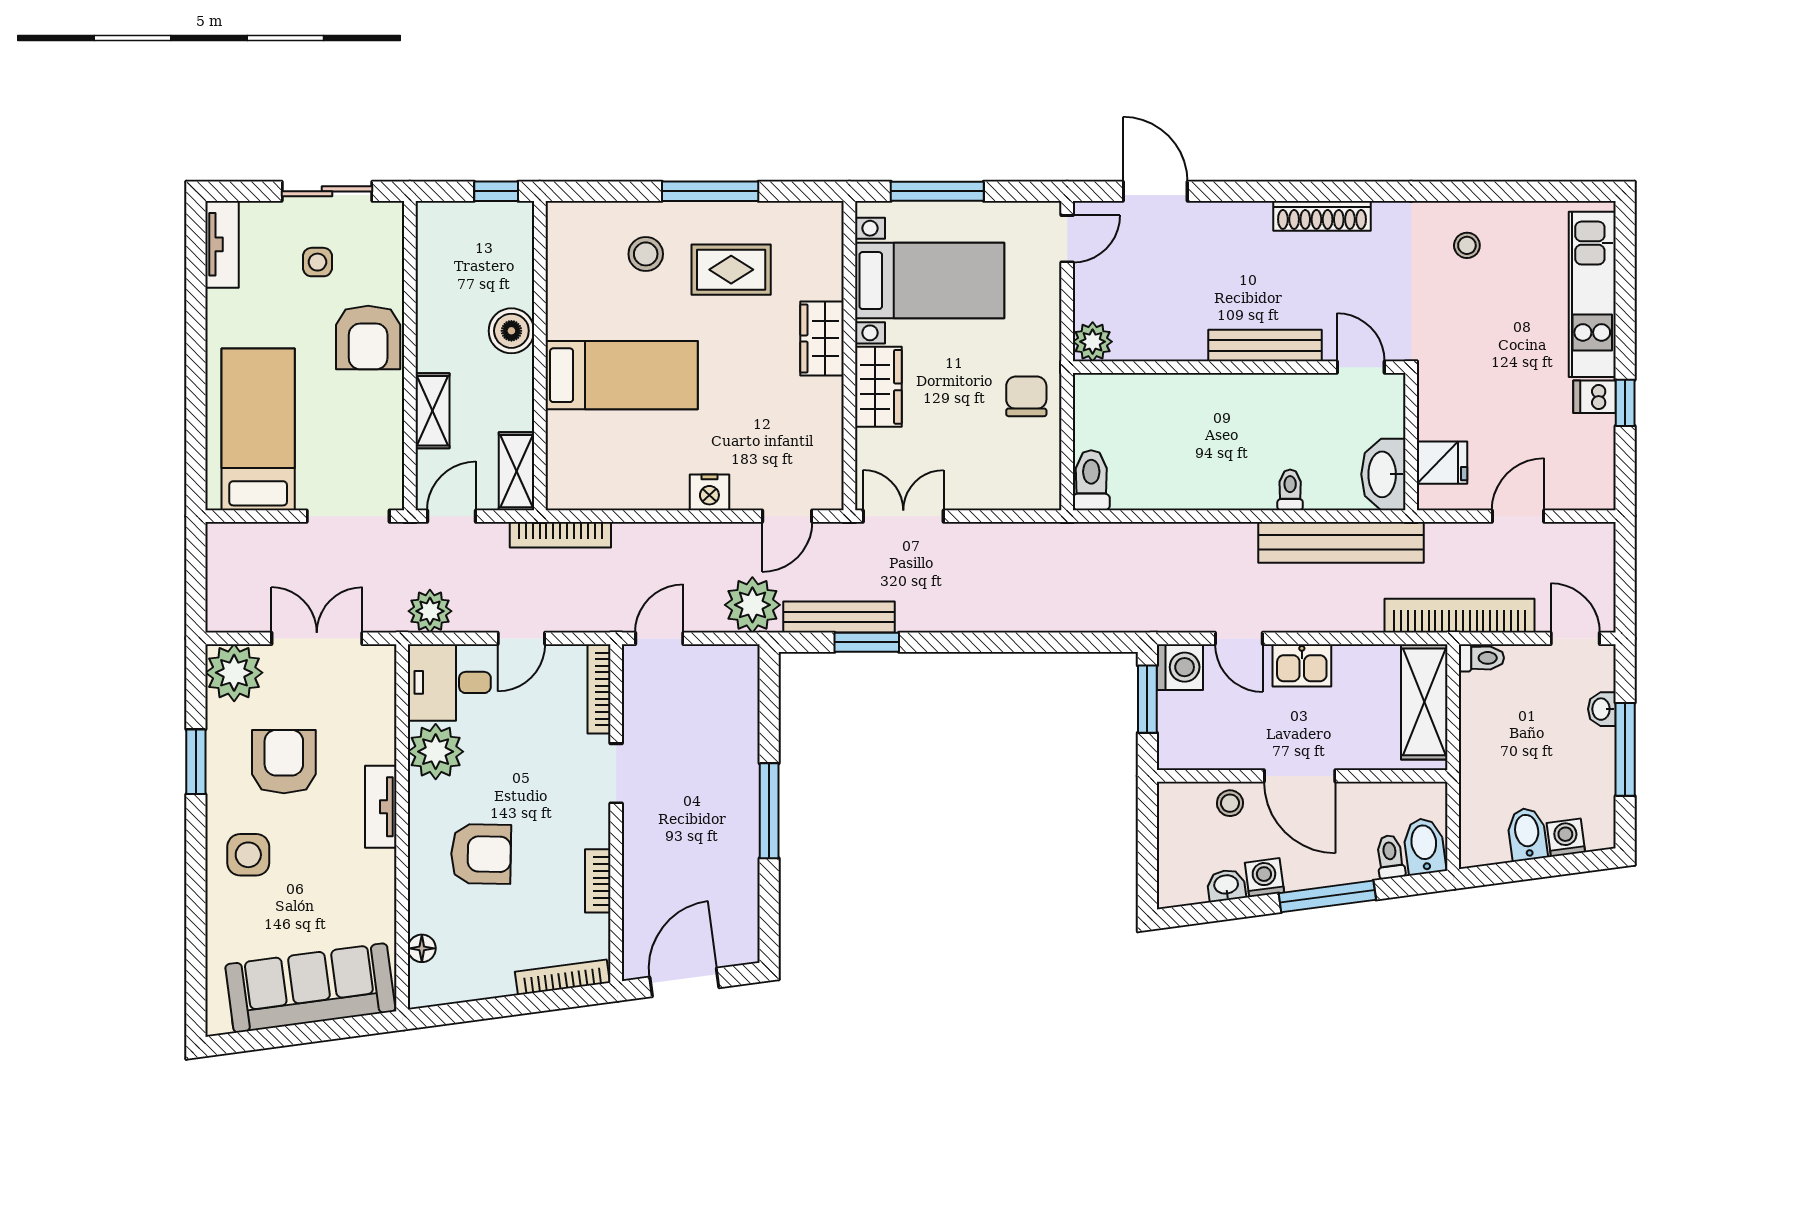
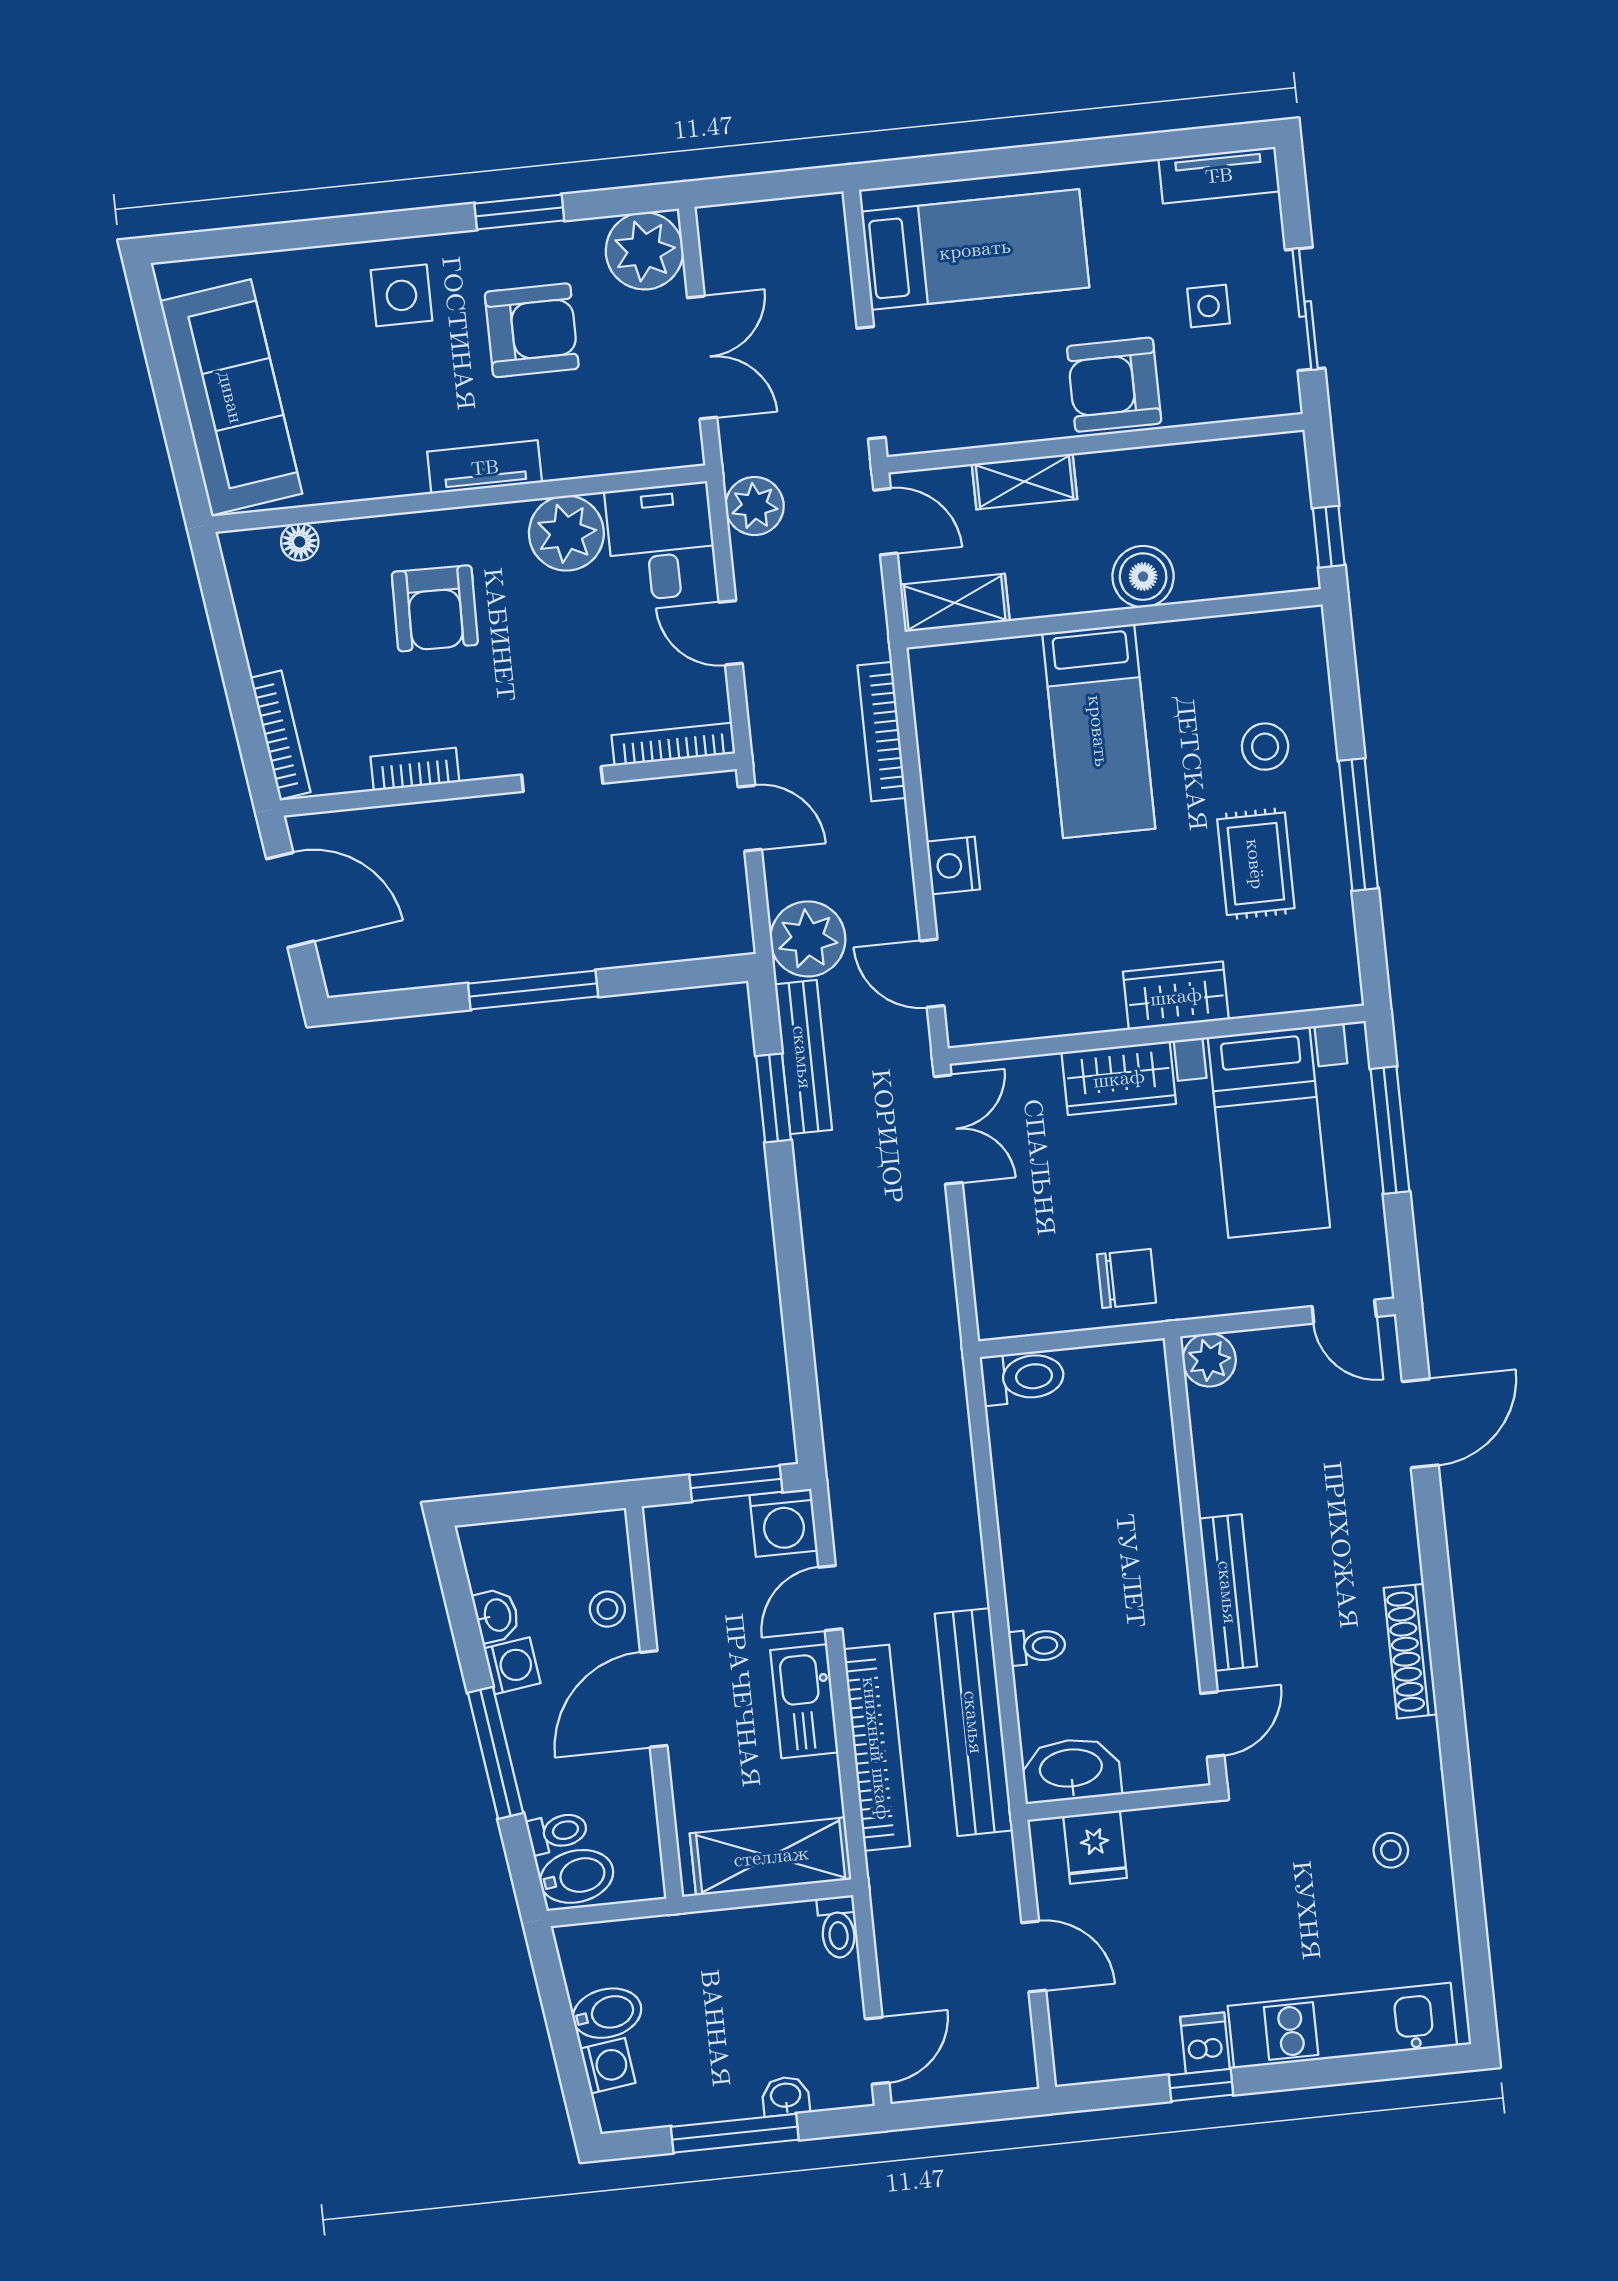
bookcase: (560, 535) -> (882, 732), moved
bookcase: (1459, 616) -> (877, 1748), moved
kitchen sink: (1302, 665) -> (804, 1701), width x1.38

